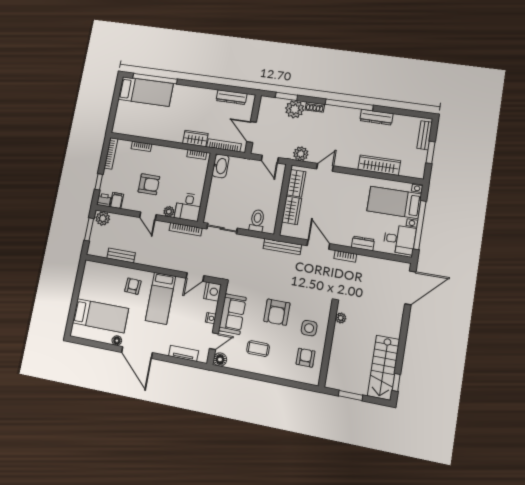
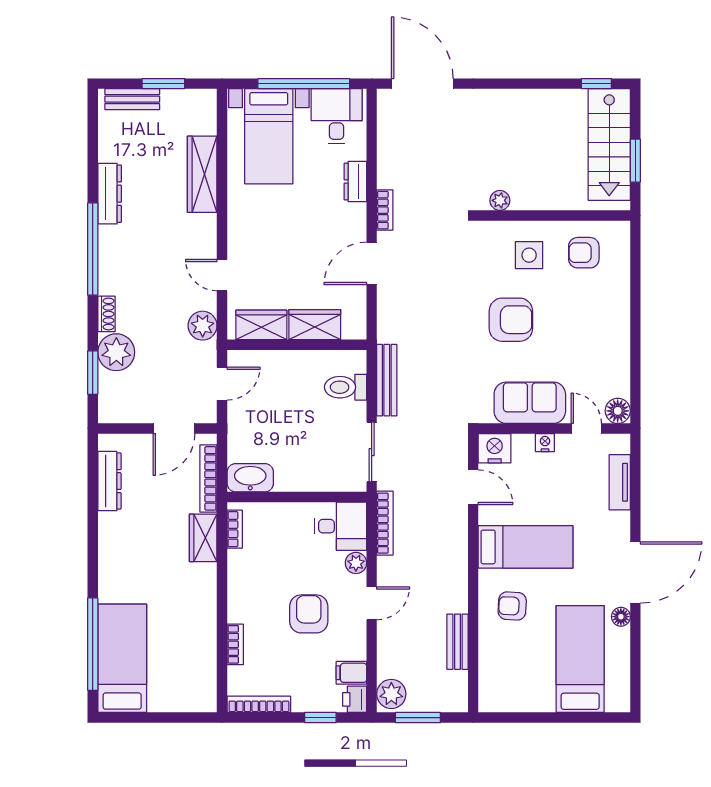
bench: (282, 247) -> (387, 380), moved
coffee table: (258, 349) -> (584, 343), removed
stairs: (384, 368) -> (609, 145), moved, turned 90

